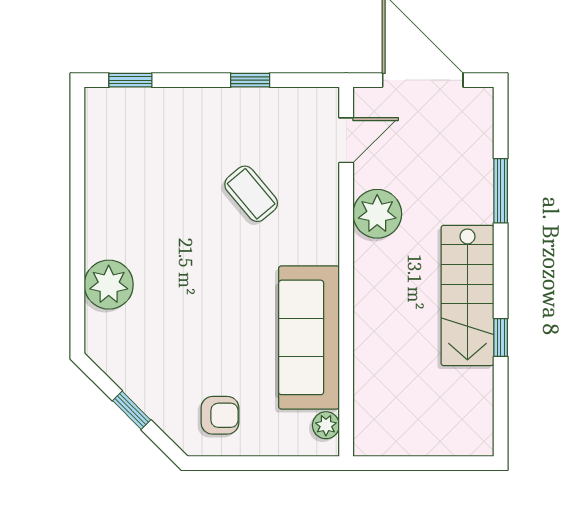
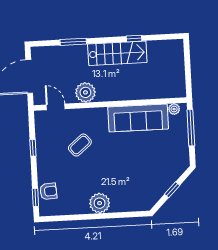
plant: (109, 285) -> (100, 203), moved
armchair: (220, 415) -> (48, 191), moved, turned 86
window: (279, 463) -> (191, 128), added

